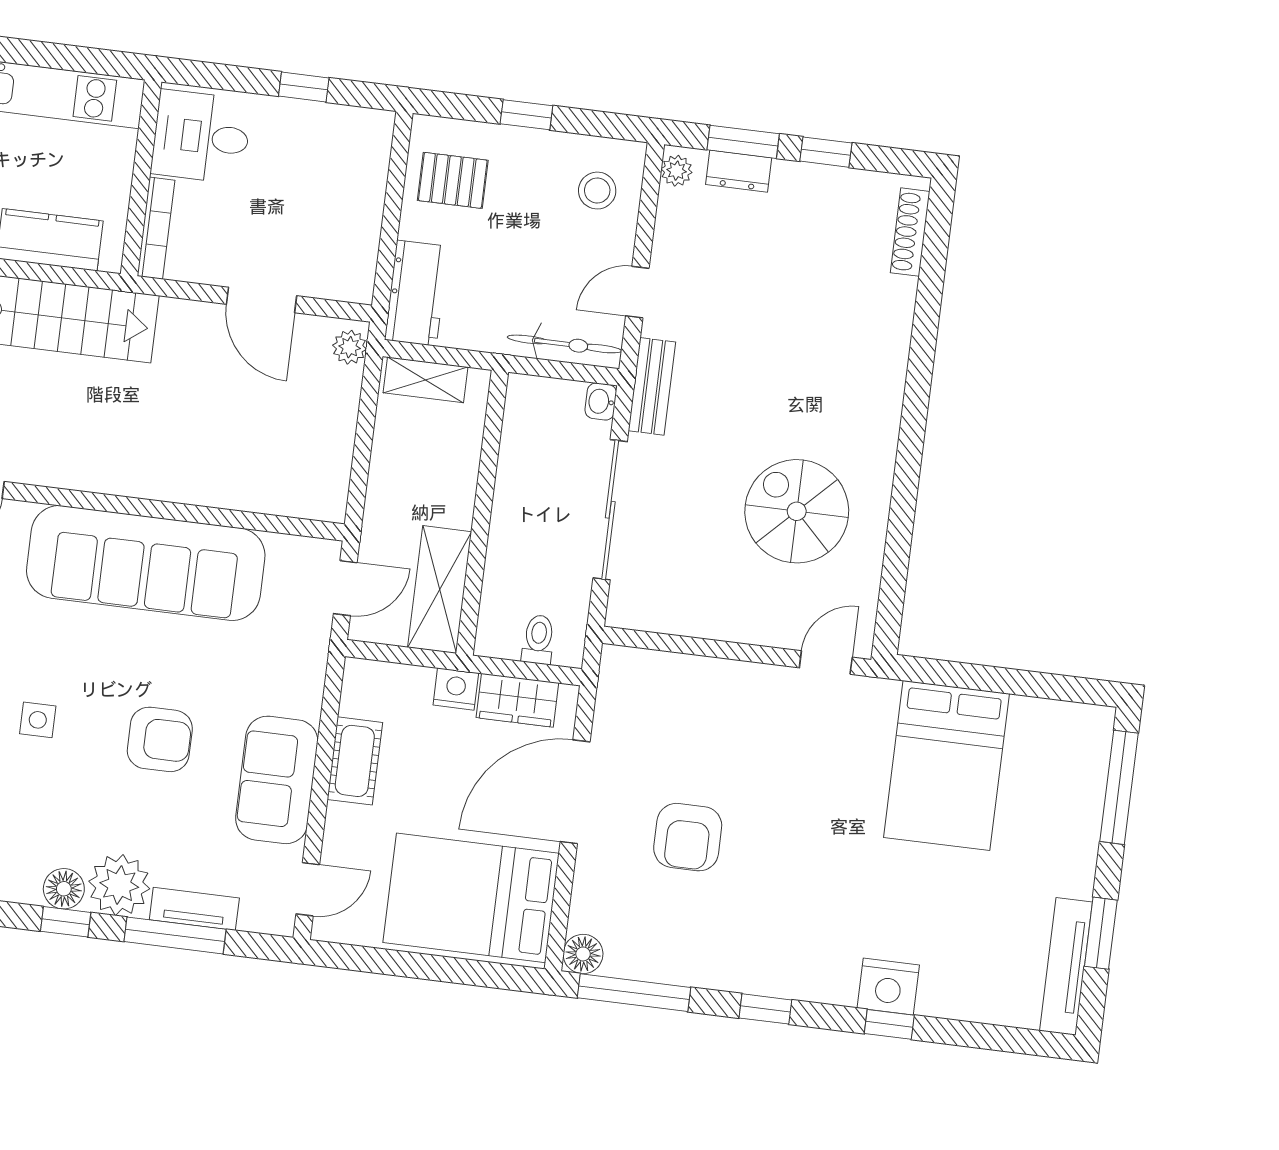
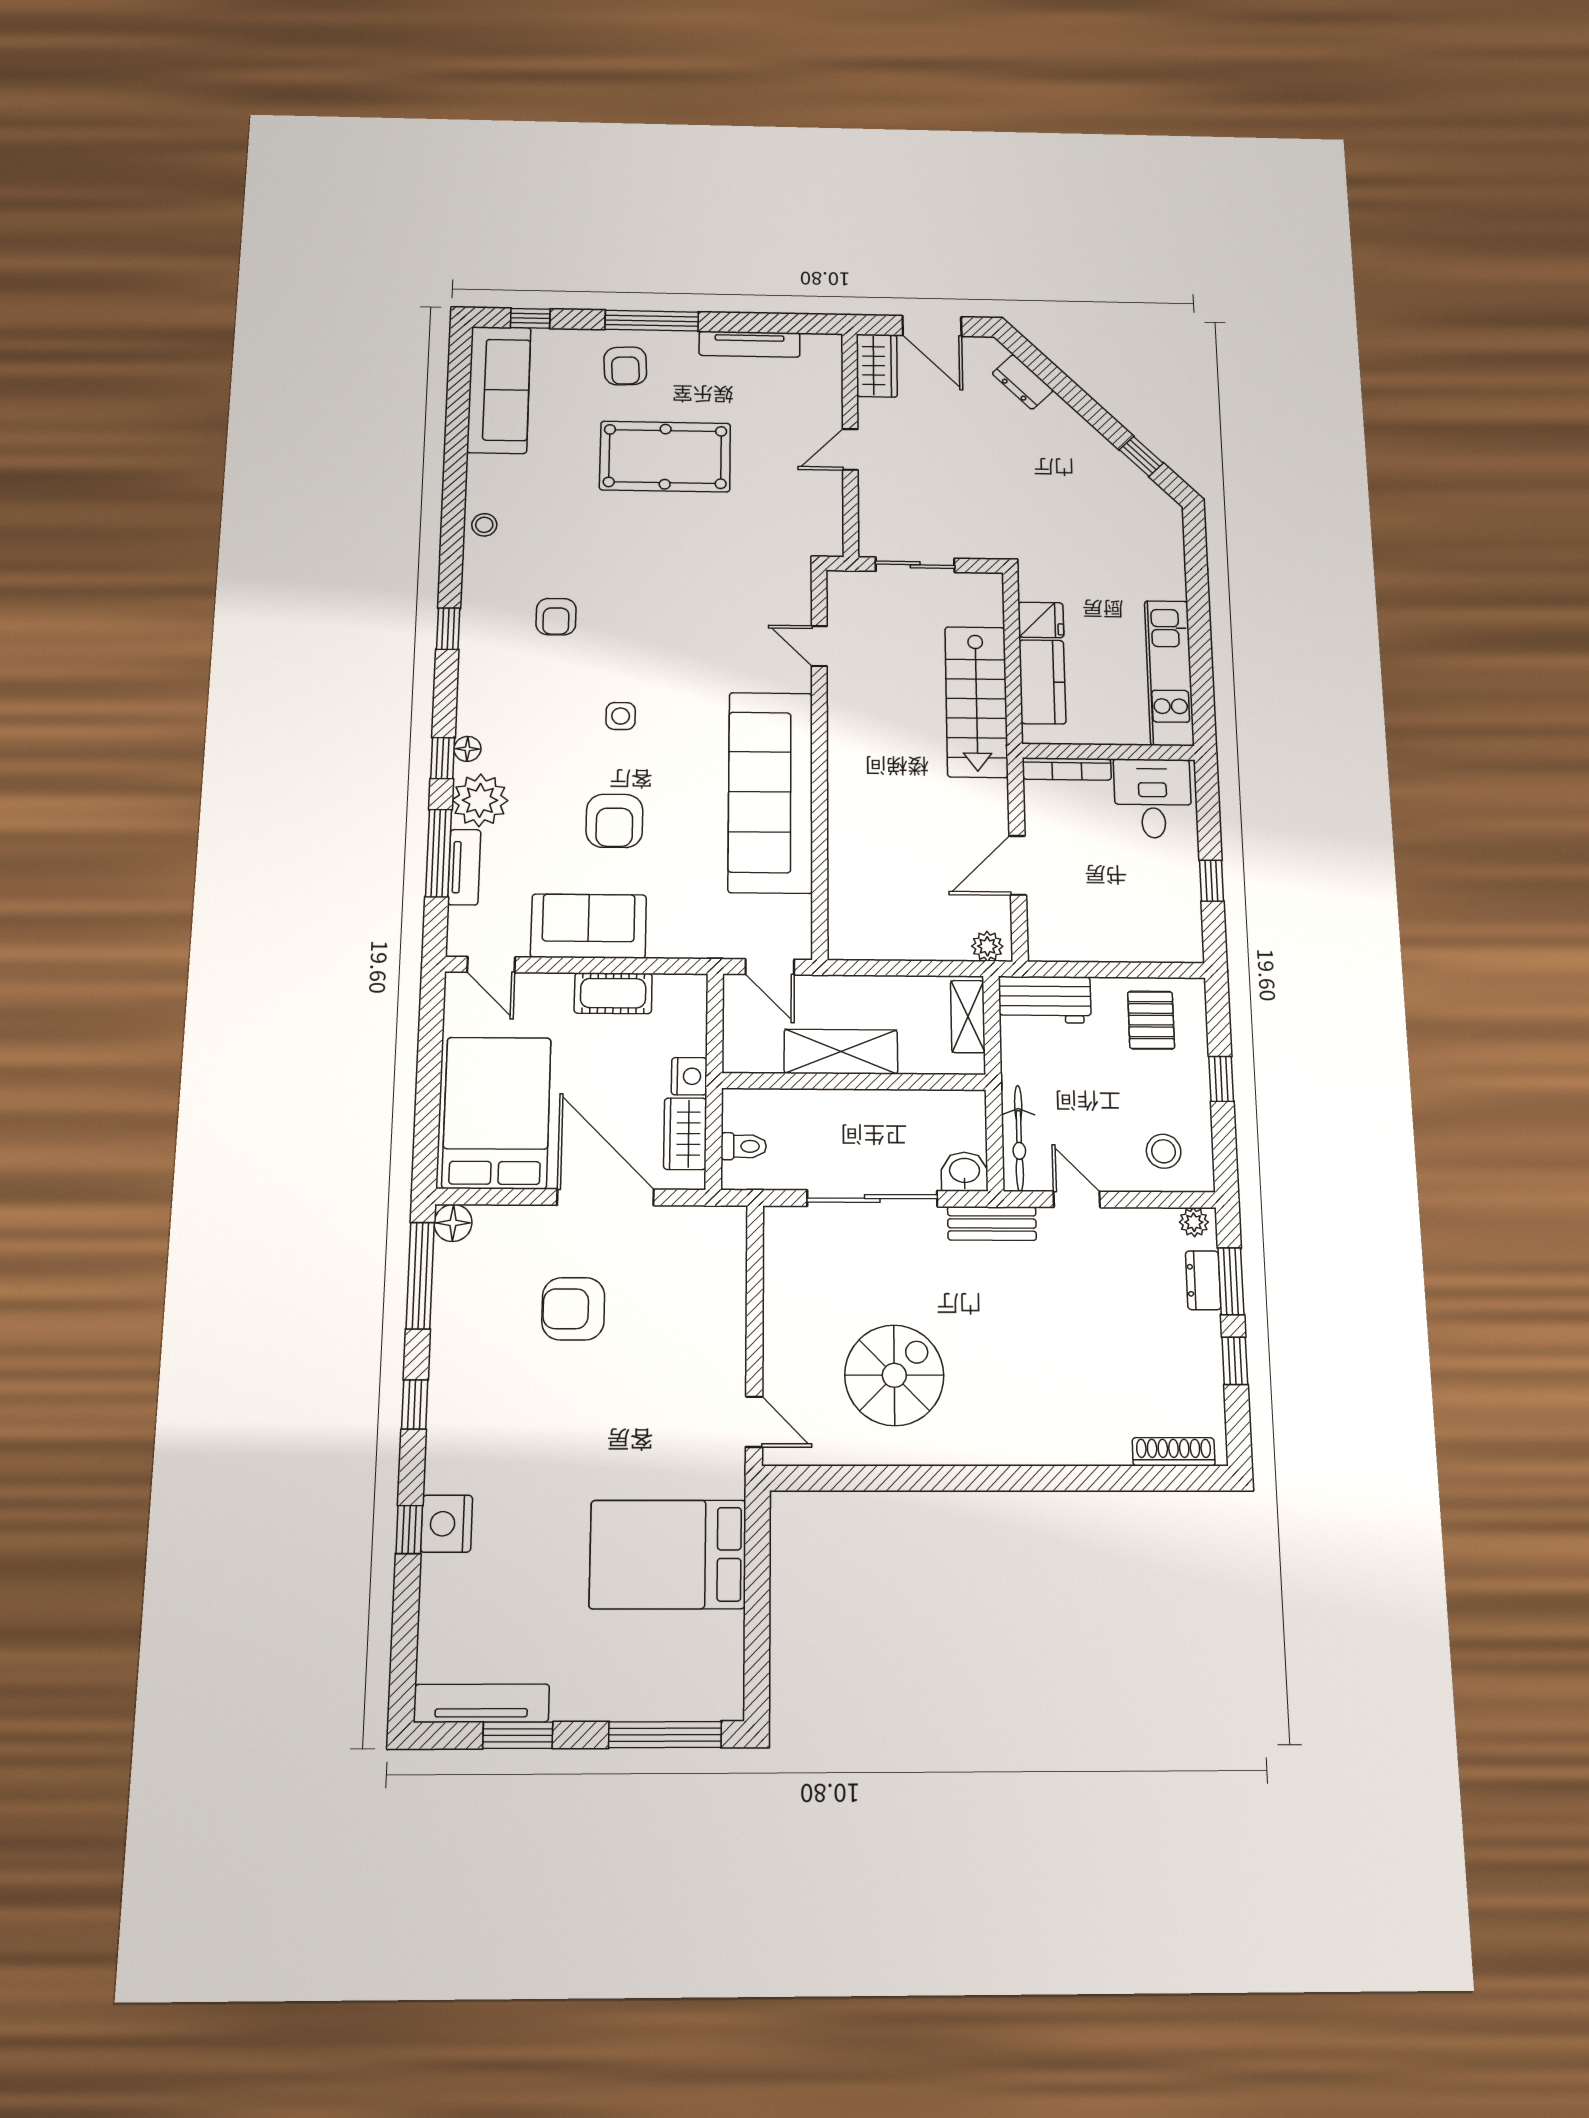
washbasin: (601, 402) -> (965, 1172), width x1.38, depth x1.45
shelving: (440, 589) -> (841, 1052), moved
floor lamp: (64, 889) -> (467, 749), width x0.73, depth x0.73

